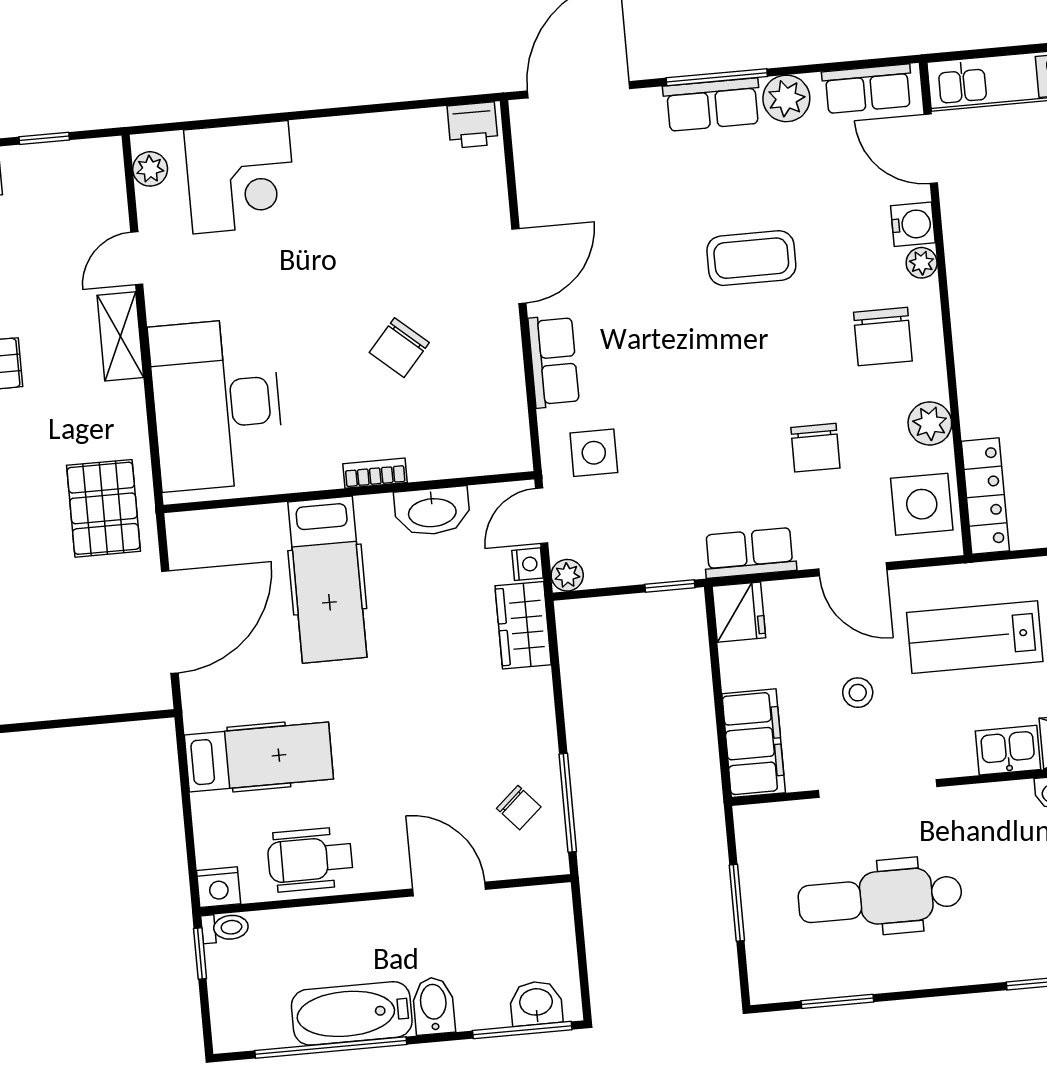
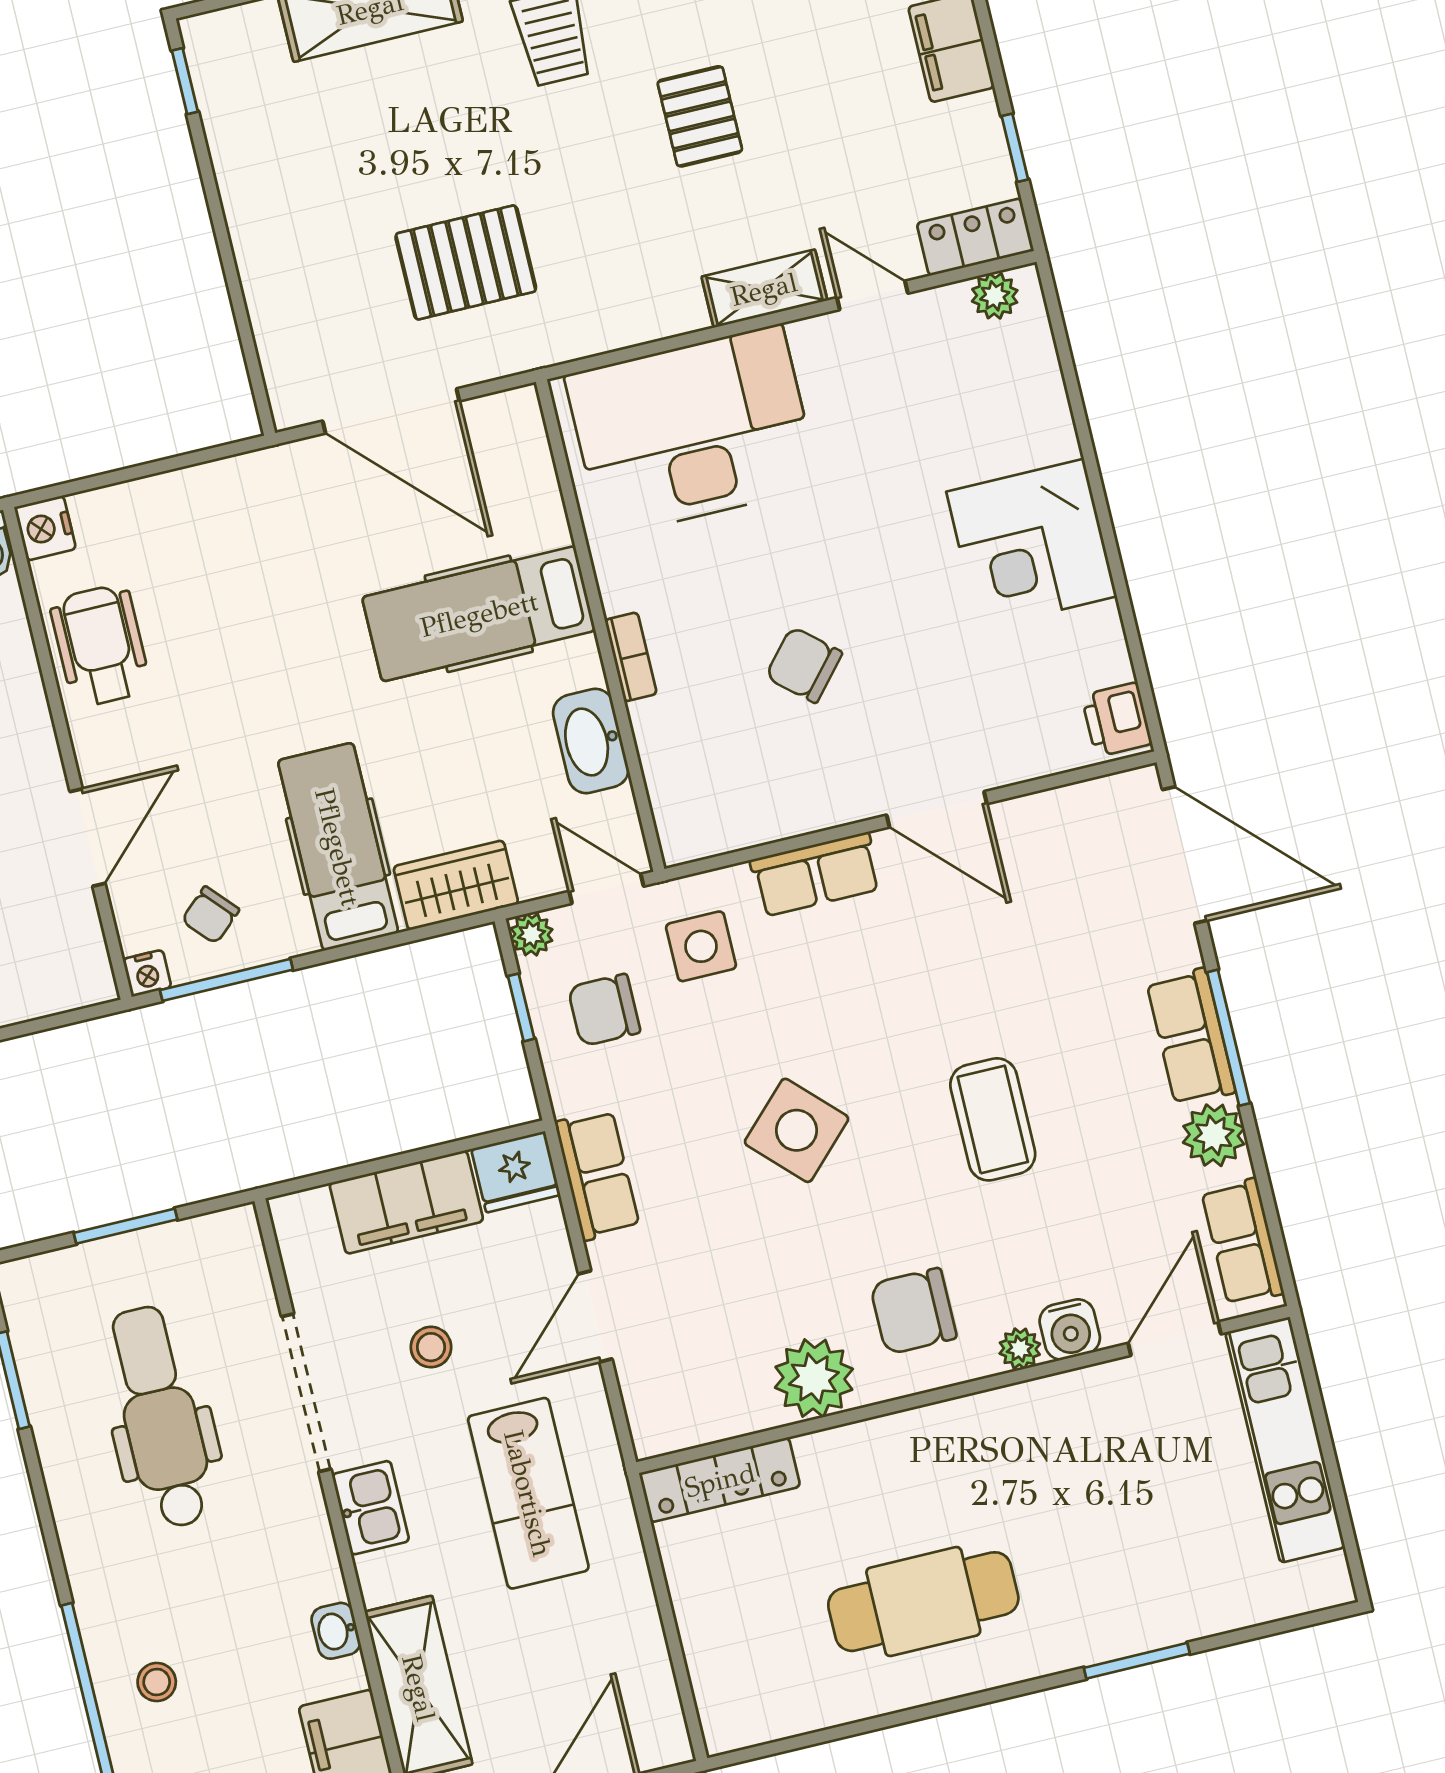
locker: (105, 177) -> (975, 237), added
corner desk: (241, 177) -> (1031, 544), moved
plant: (930, 423) -> (814, 1378), width x1.36, depth x1.36
chair: (815, 448) -> (604, 1010), moved
side table: (922, 504) -> (797, 1130), moved, turned 45
pallet: (103, 508) -> (466, 262), moved
nightstand: (528, 564) -> (147, 973), moved
window: (670, 586) -> (521, 1007), moved
lab bench: (975, 637) -> (528, 1493), turned 180
filing cabinet: (754, 743) -> (406, 1202), moved
kitchen sink: (1008, 750) -> (371, 1508), moved
hospital bed: (259, 757) -> (338, 847), moved, turned 180

